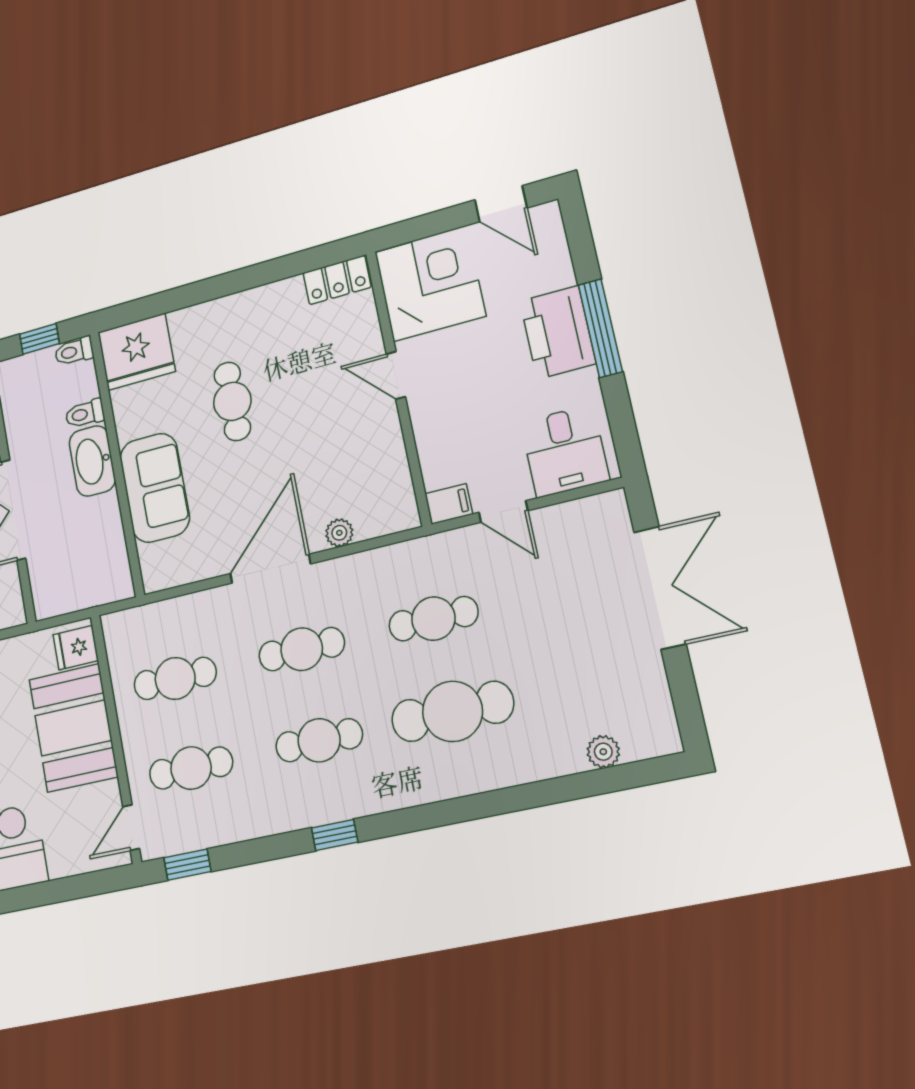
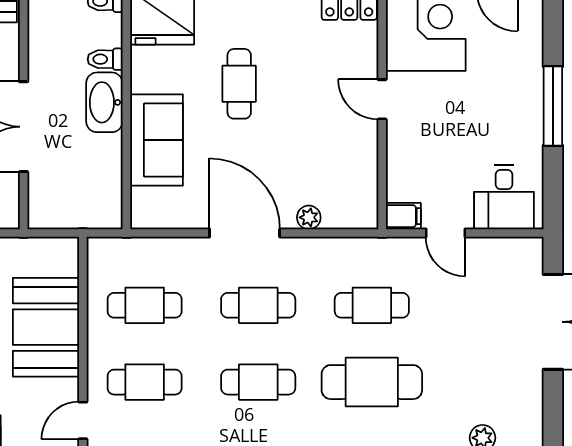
printer: (558, 332) -> (519, 100), removed
door: (270, 569) -> (245, 233), hinge flipped
fridge: (76, 648) -> (60, 260), removed

